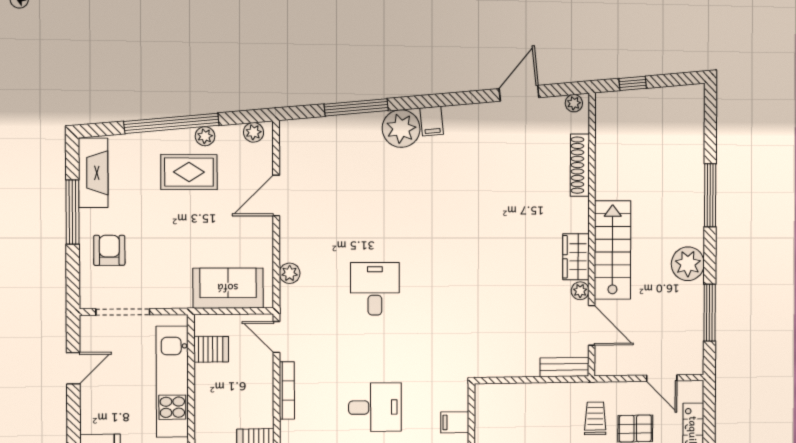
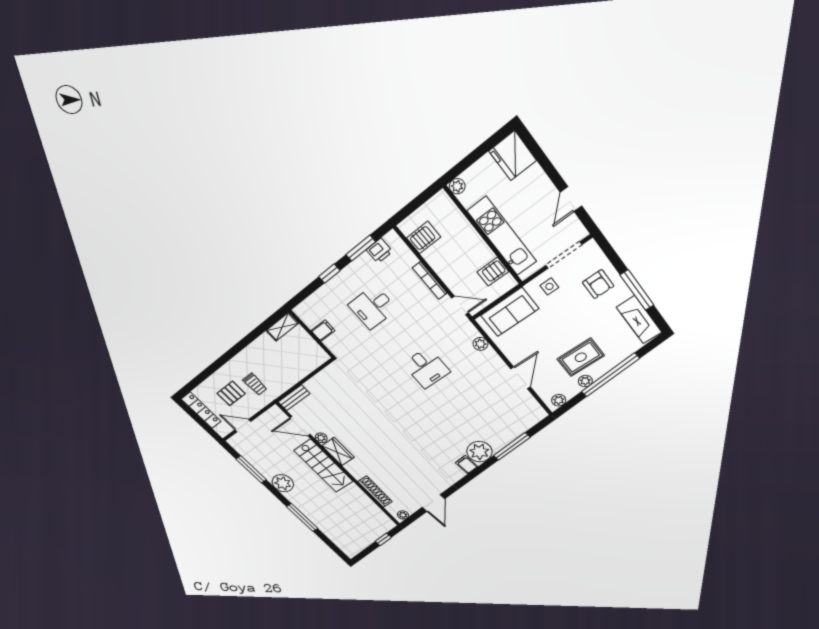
side table: (163, 287) -> (549, 286), added

